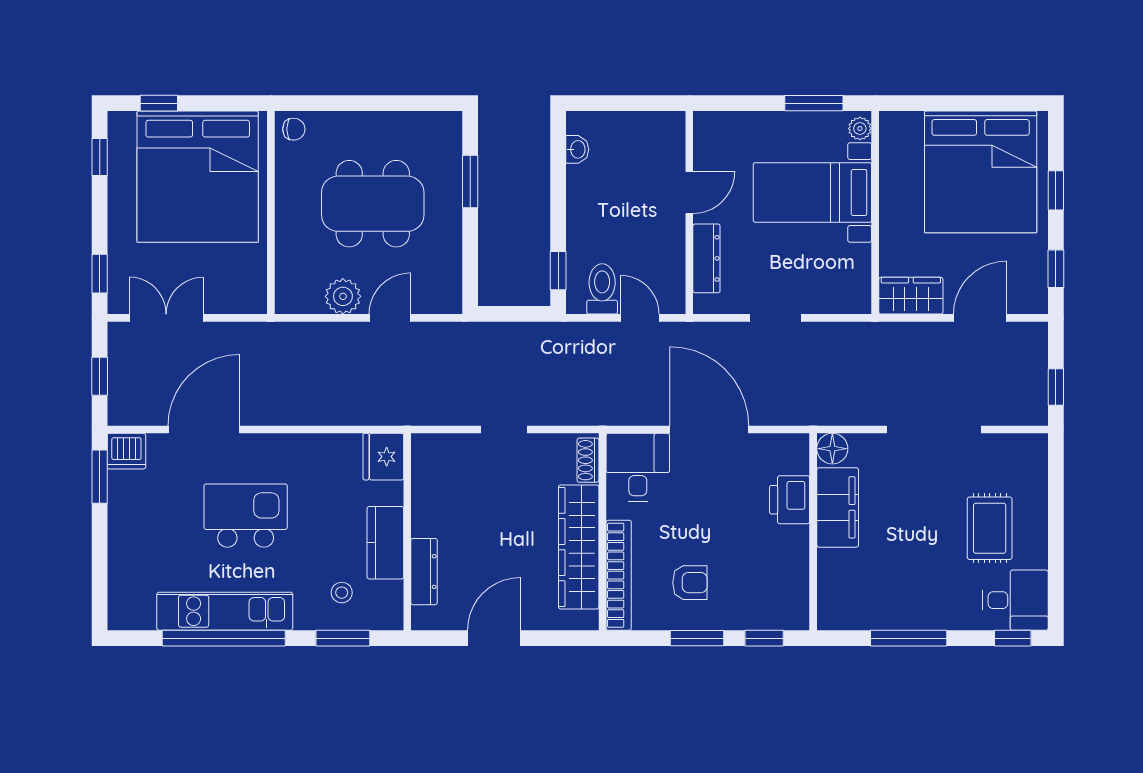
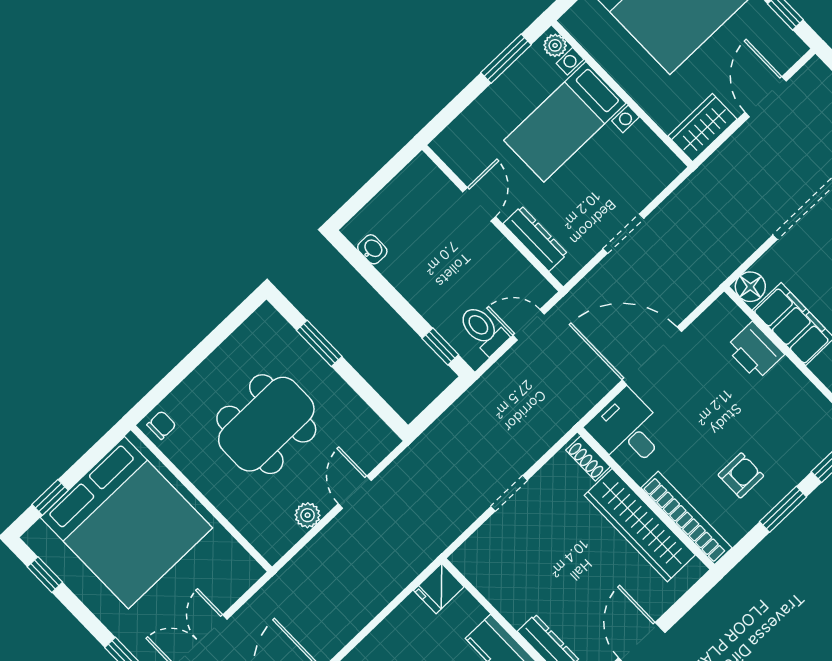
plant: (343, 296) -> (308, 515), width x0.73, depth x0.73
fridge: (383, 457) -> (439, 589), width x0.72

